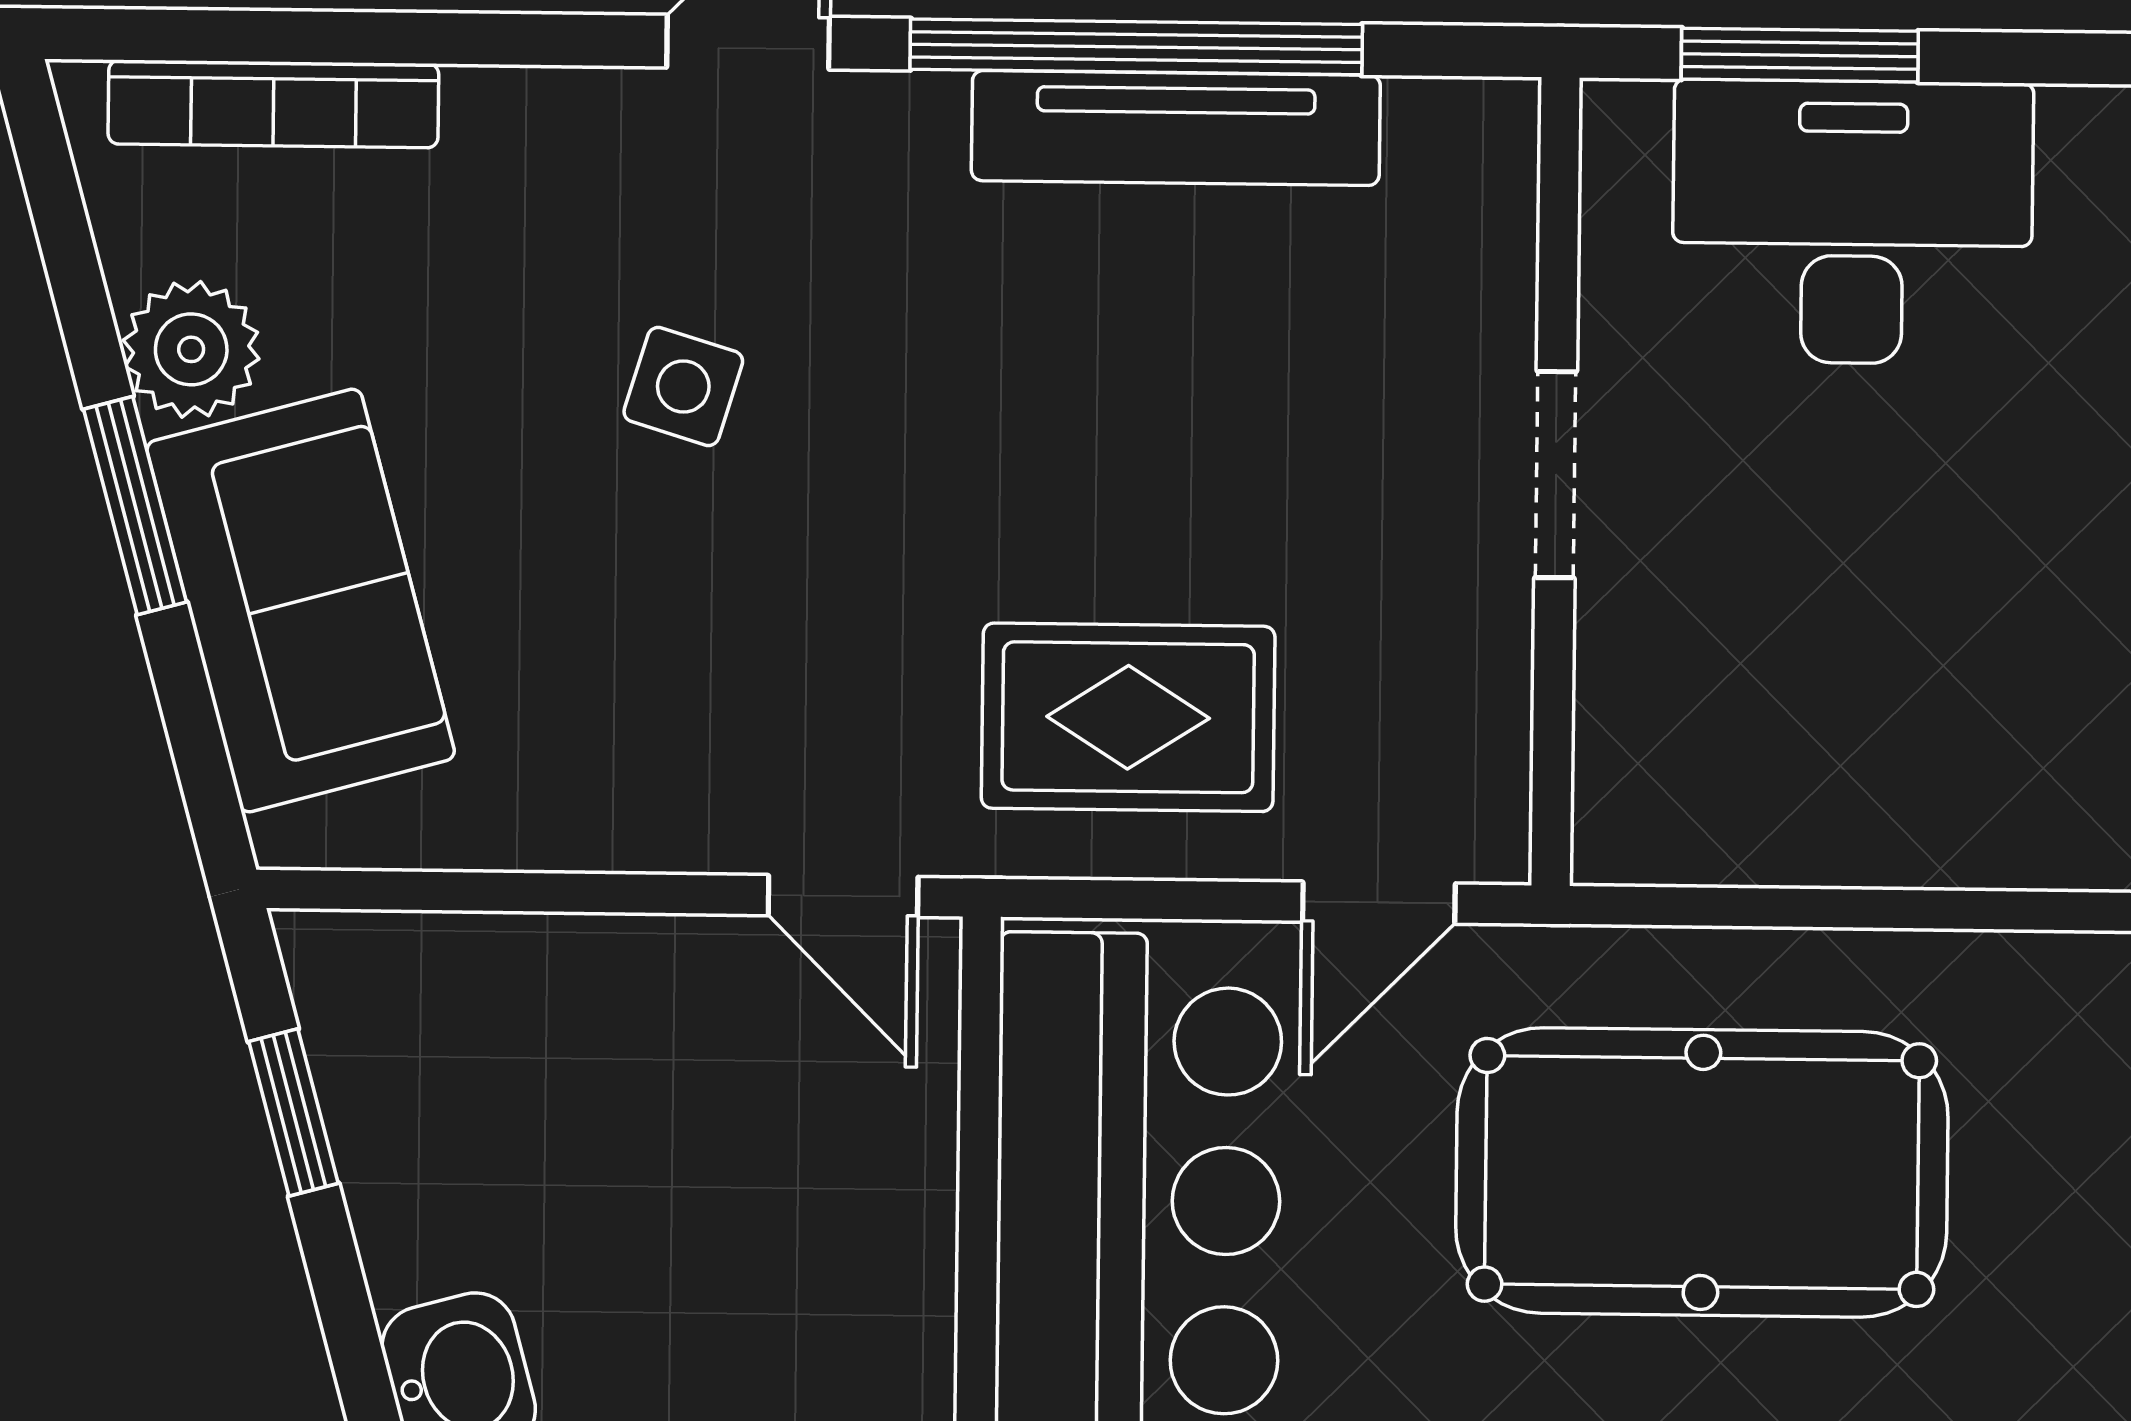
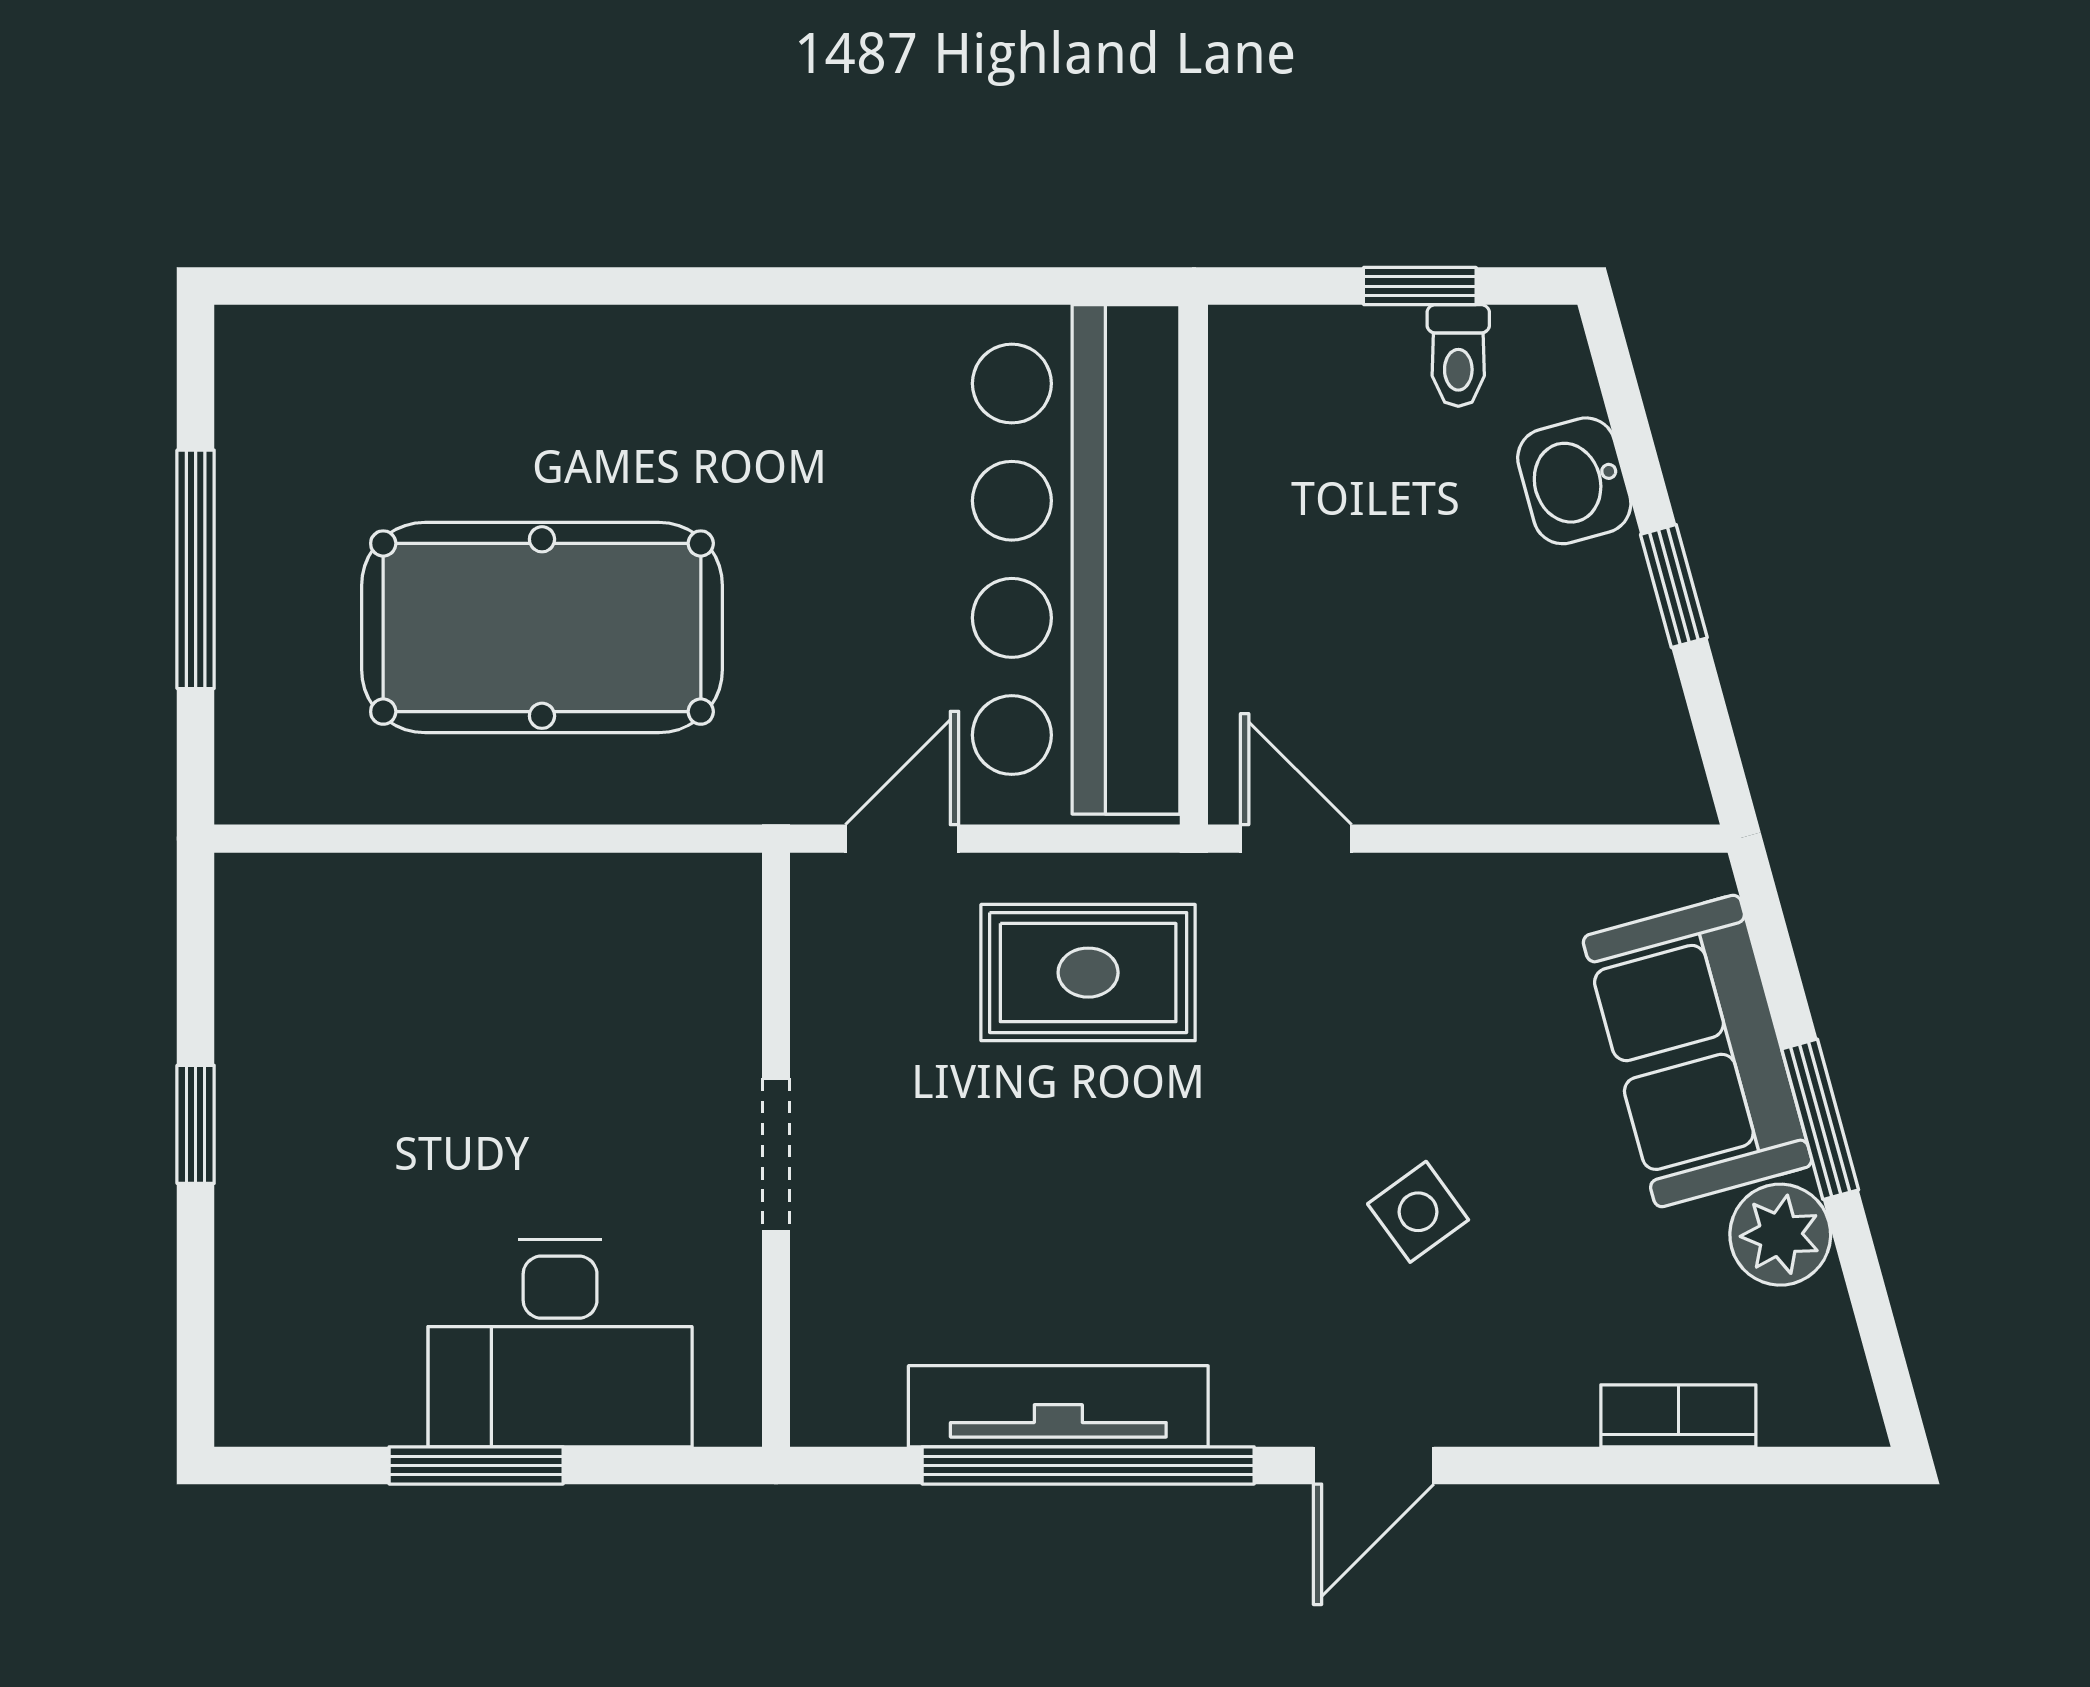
window: (1800, 55) -> (476, 1465), moved
bookcase: (273, 104) -> (1678, 1416), width x0.64
side table: (683, 386) -> (1418, 1212), turned 37
window: (293, 1112) -> (1674, 586), moved
pool table: (1702, 1172) -> (542, 628), moved

